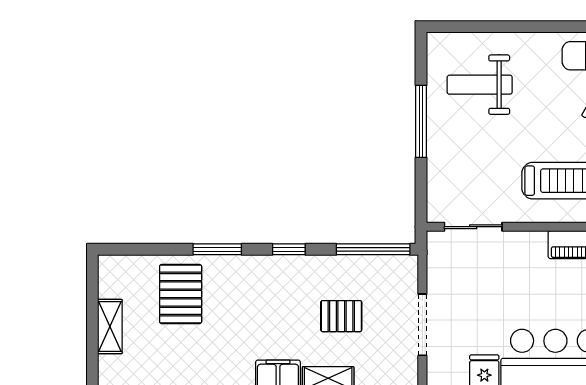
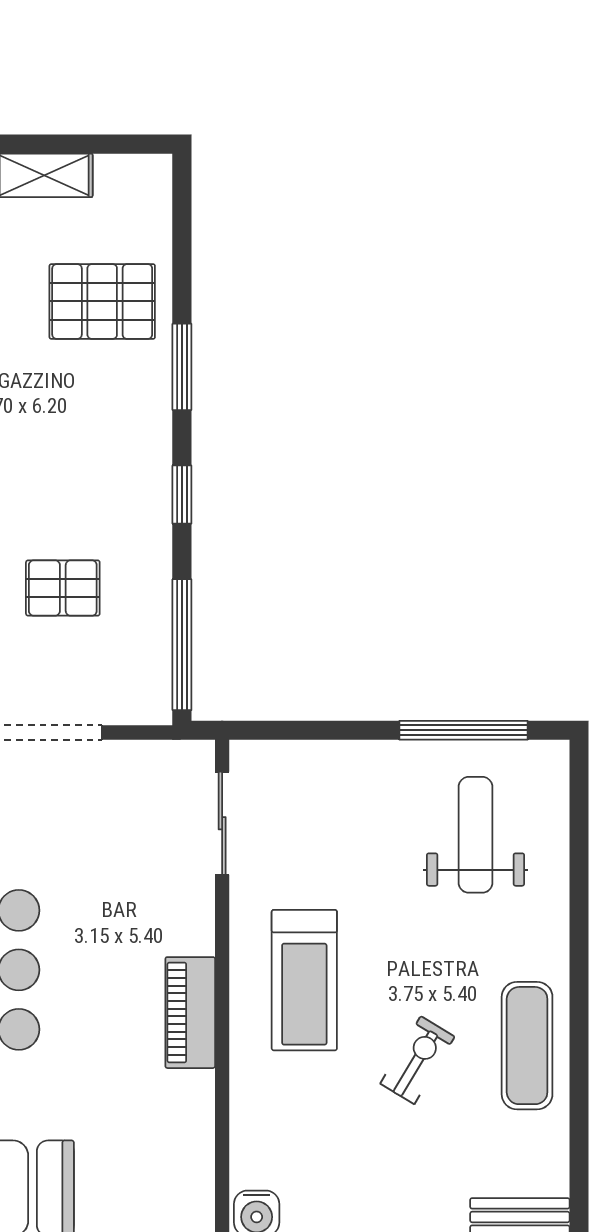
window: (421, 121) -> (463, 730), moved
pallet: (341, 316) -> (63, 588), turned 90

